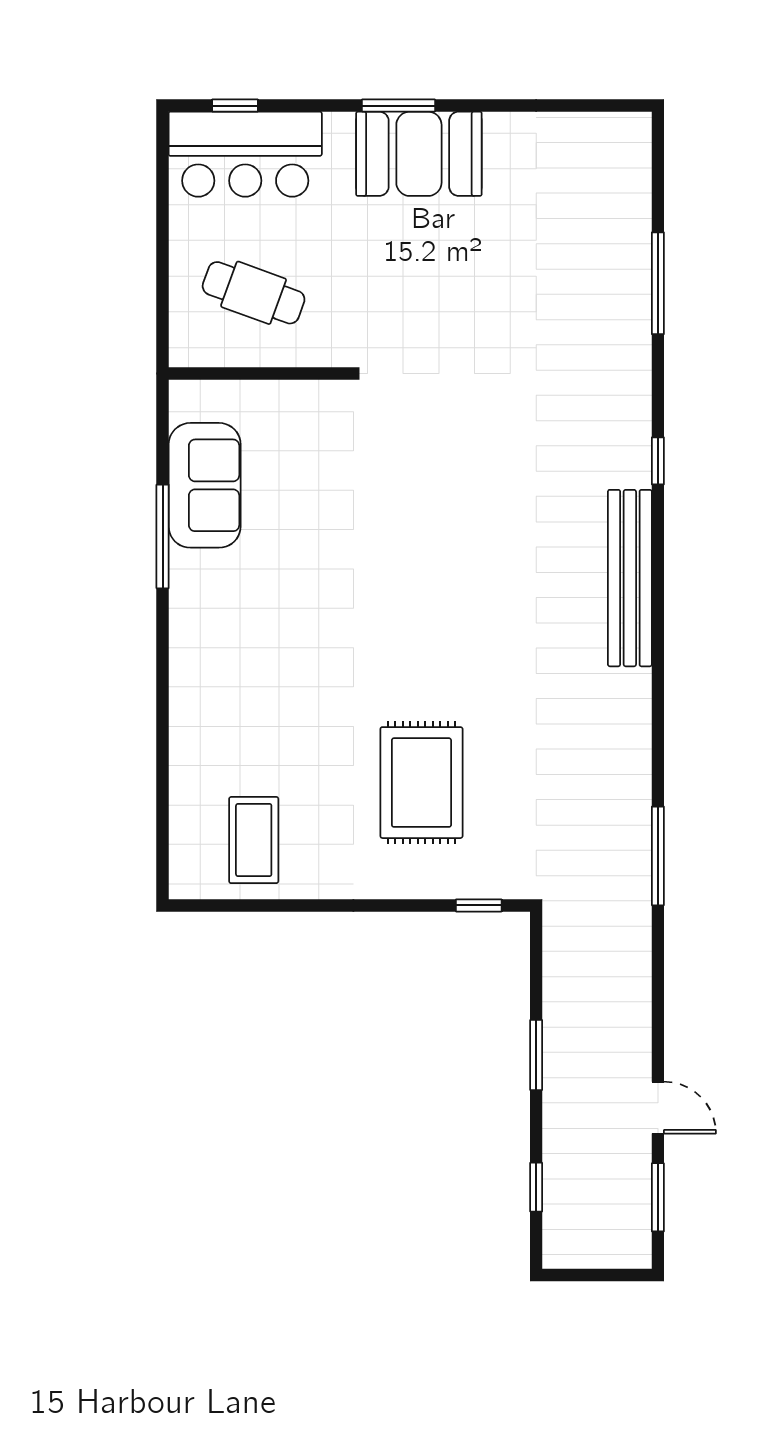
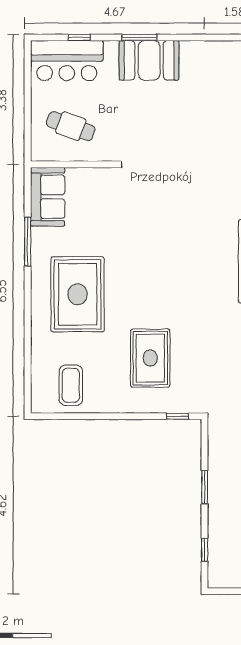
window: (235, 106) -> (79, 37), moved
sofa: (205, 485) -> (48, 197), moved
rug: (268, 648) -> (78, 294), added

